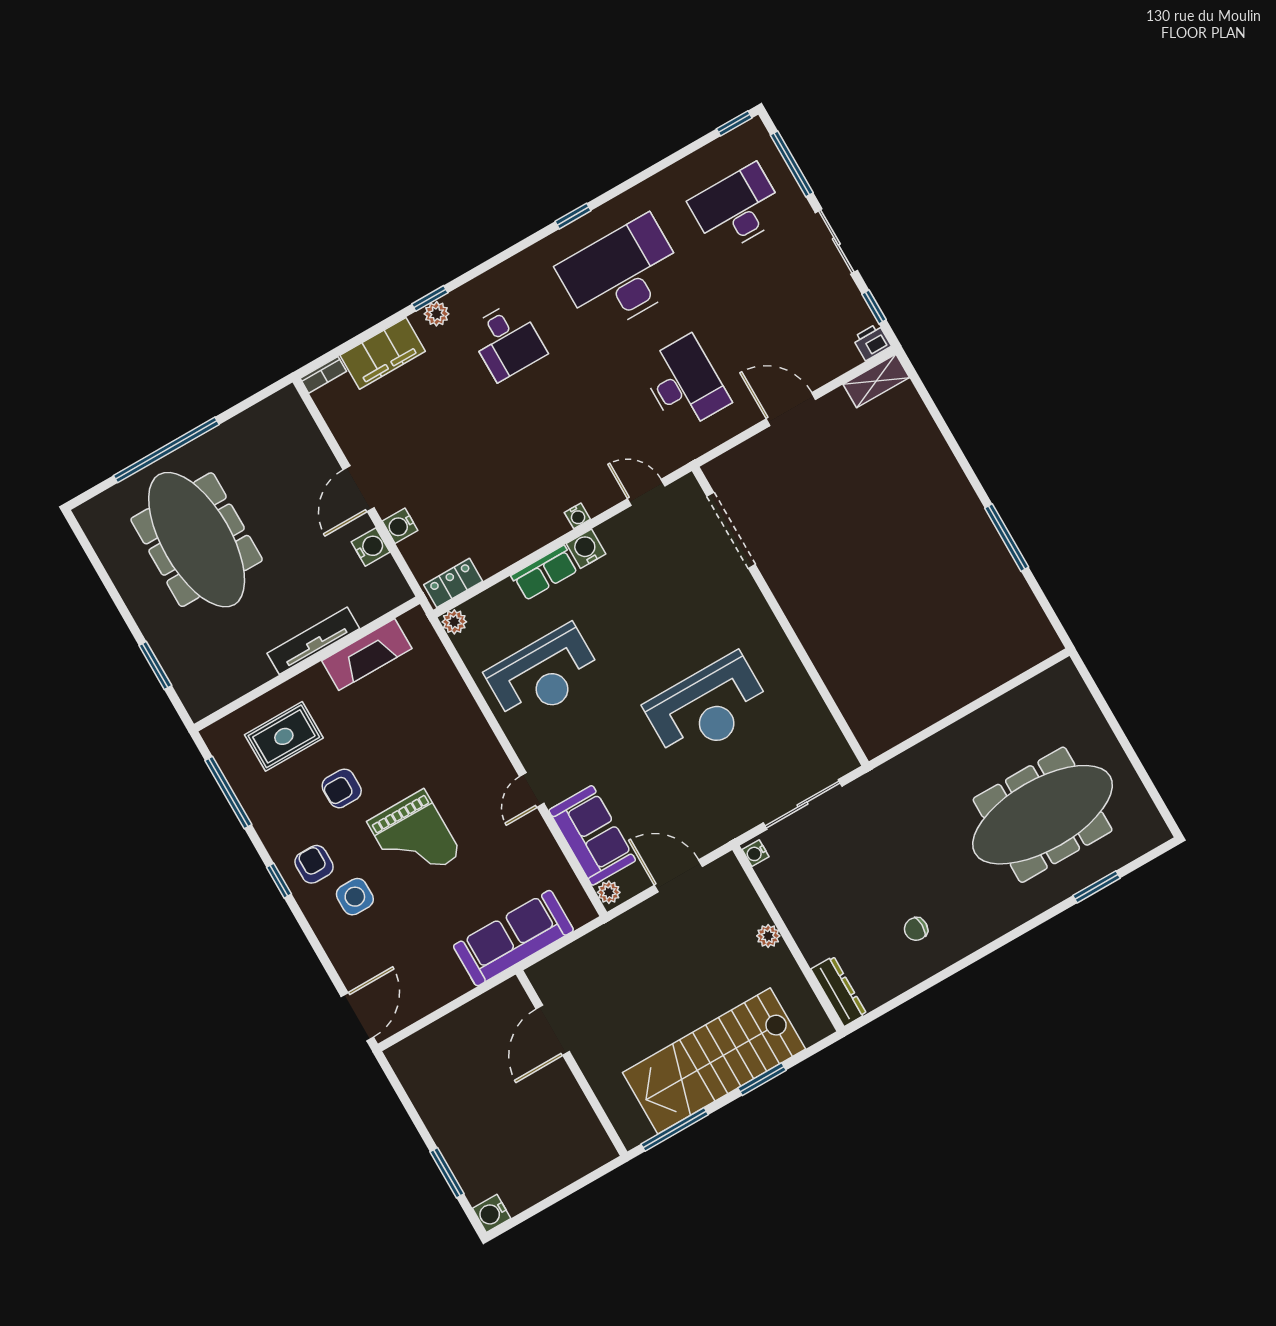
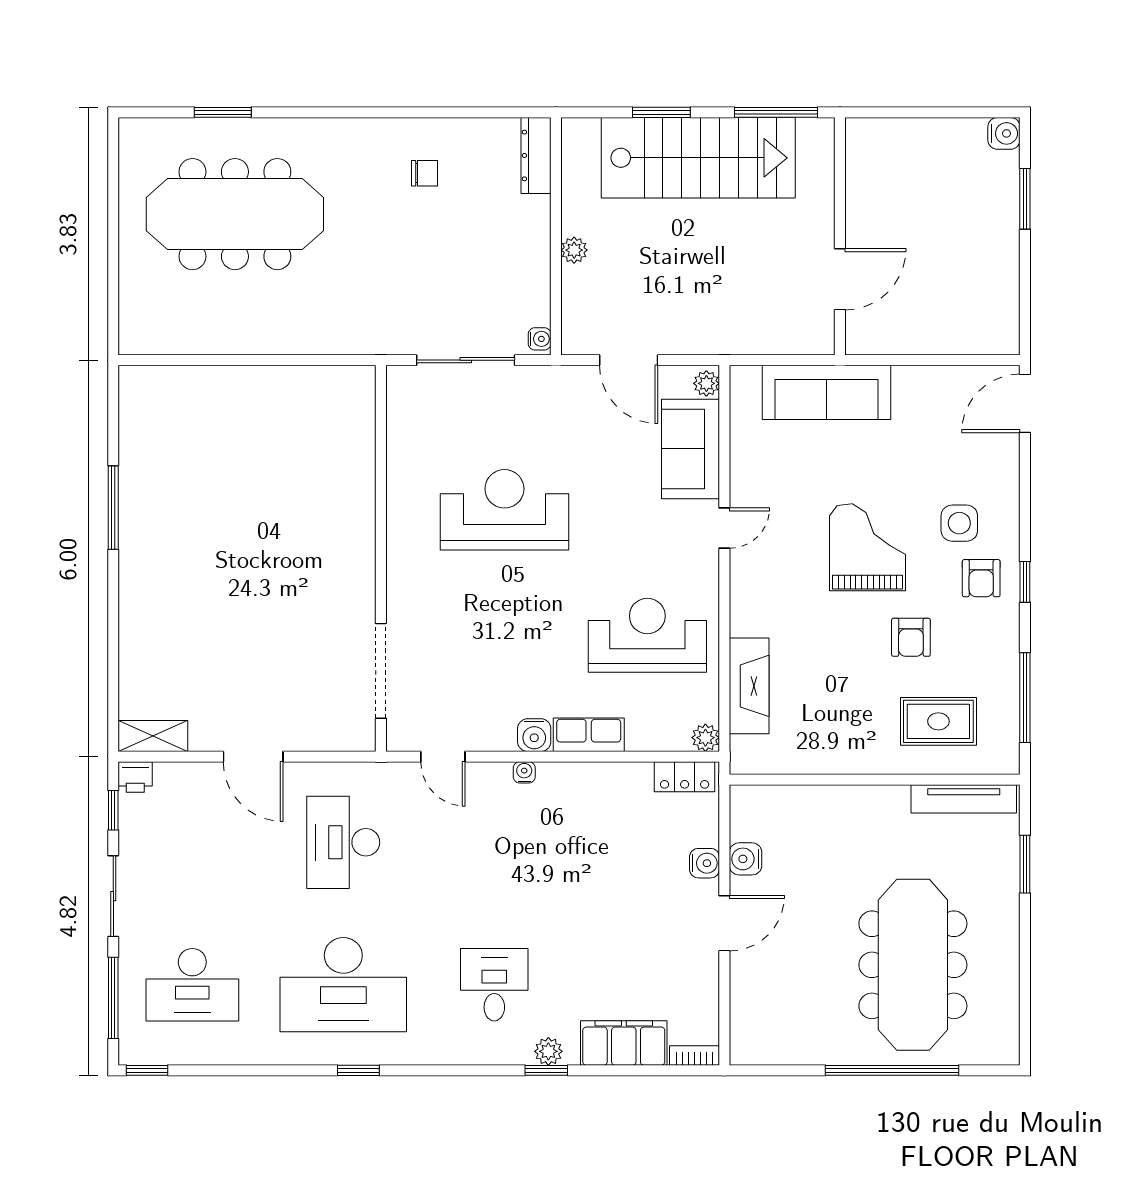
tv unit: (313, 641) -> (964, 799), moved
fireplace: (367, 655) -> (749, 686), moved, turned 90
armchair: (342, 788) -> (911, 637), turned 90

